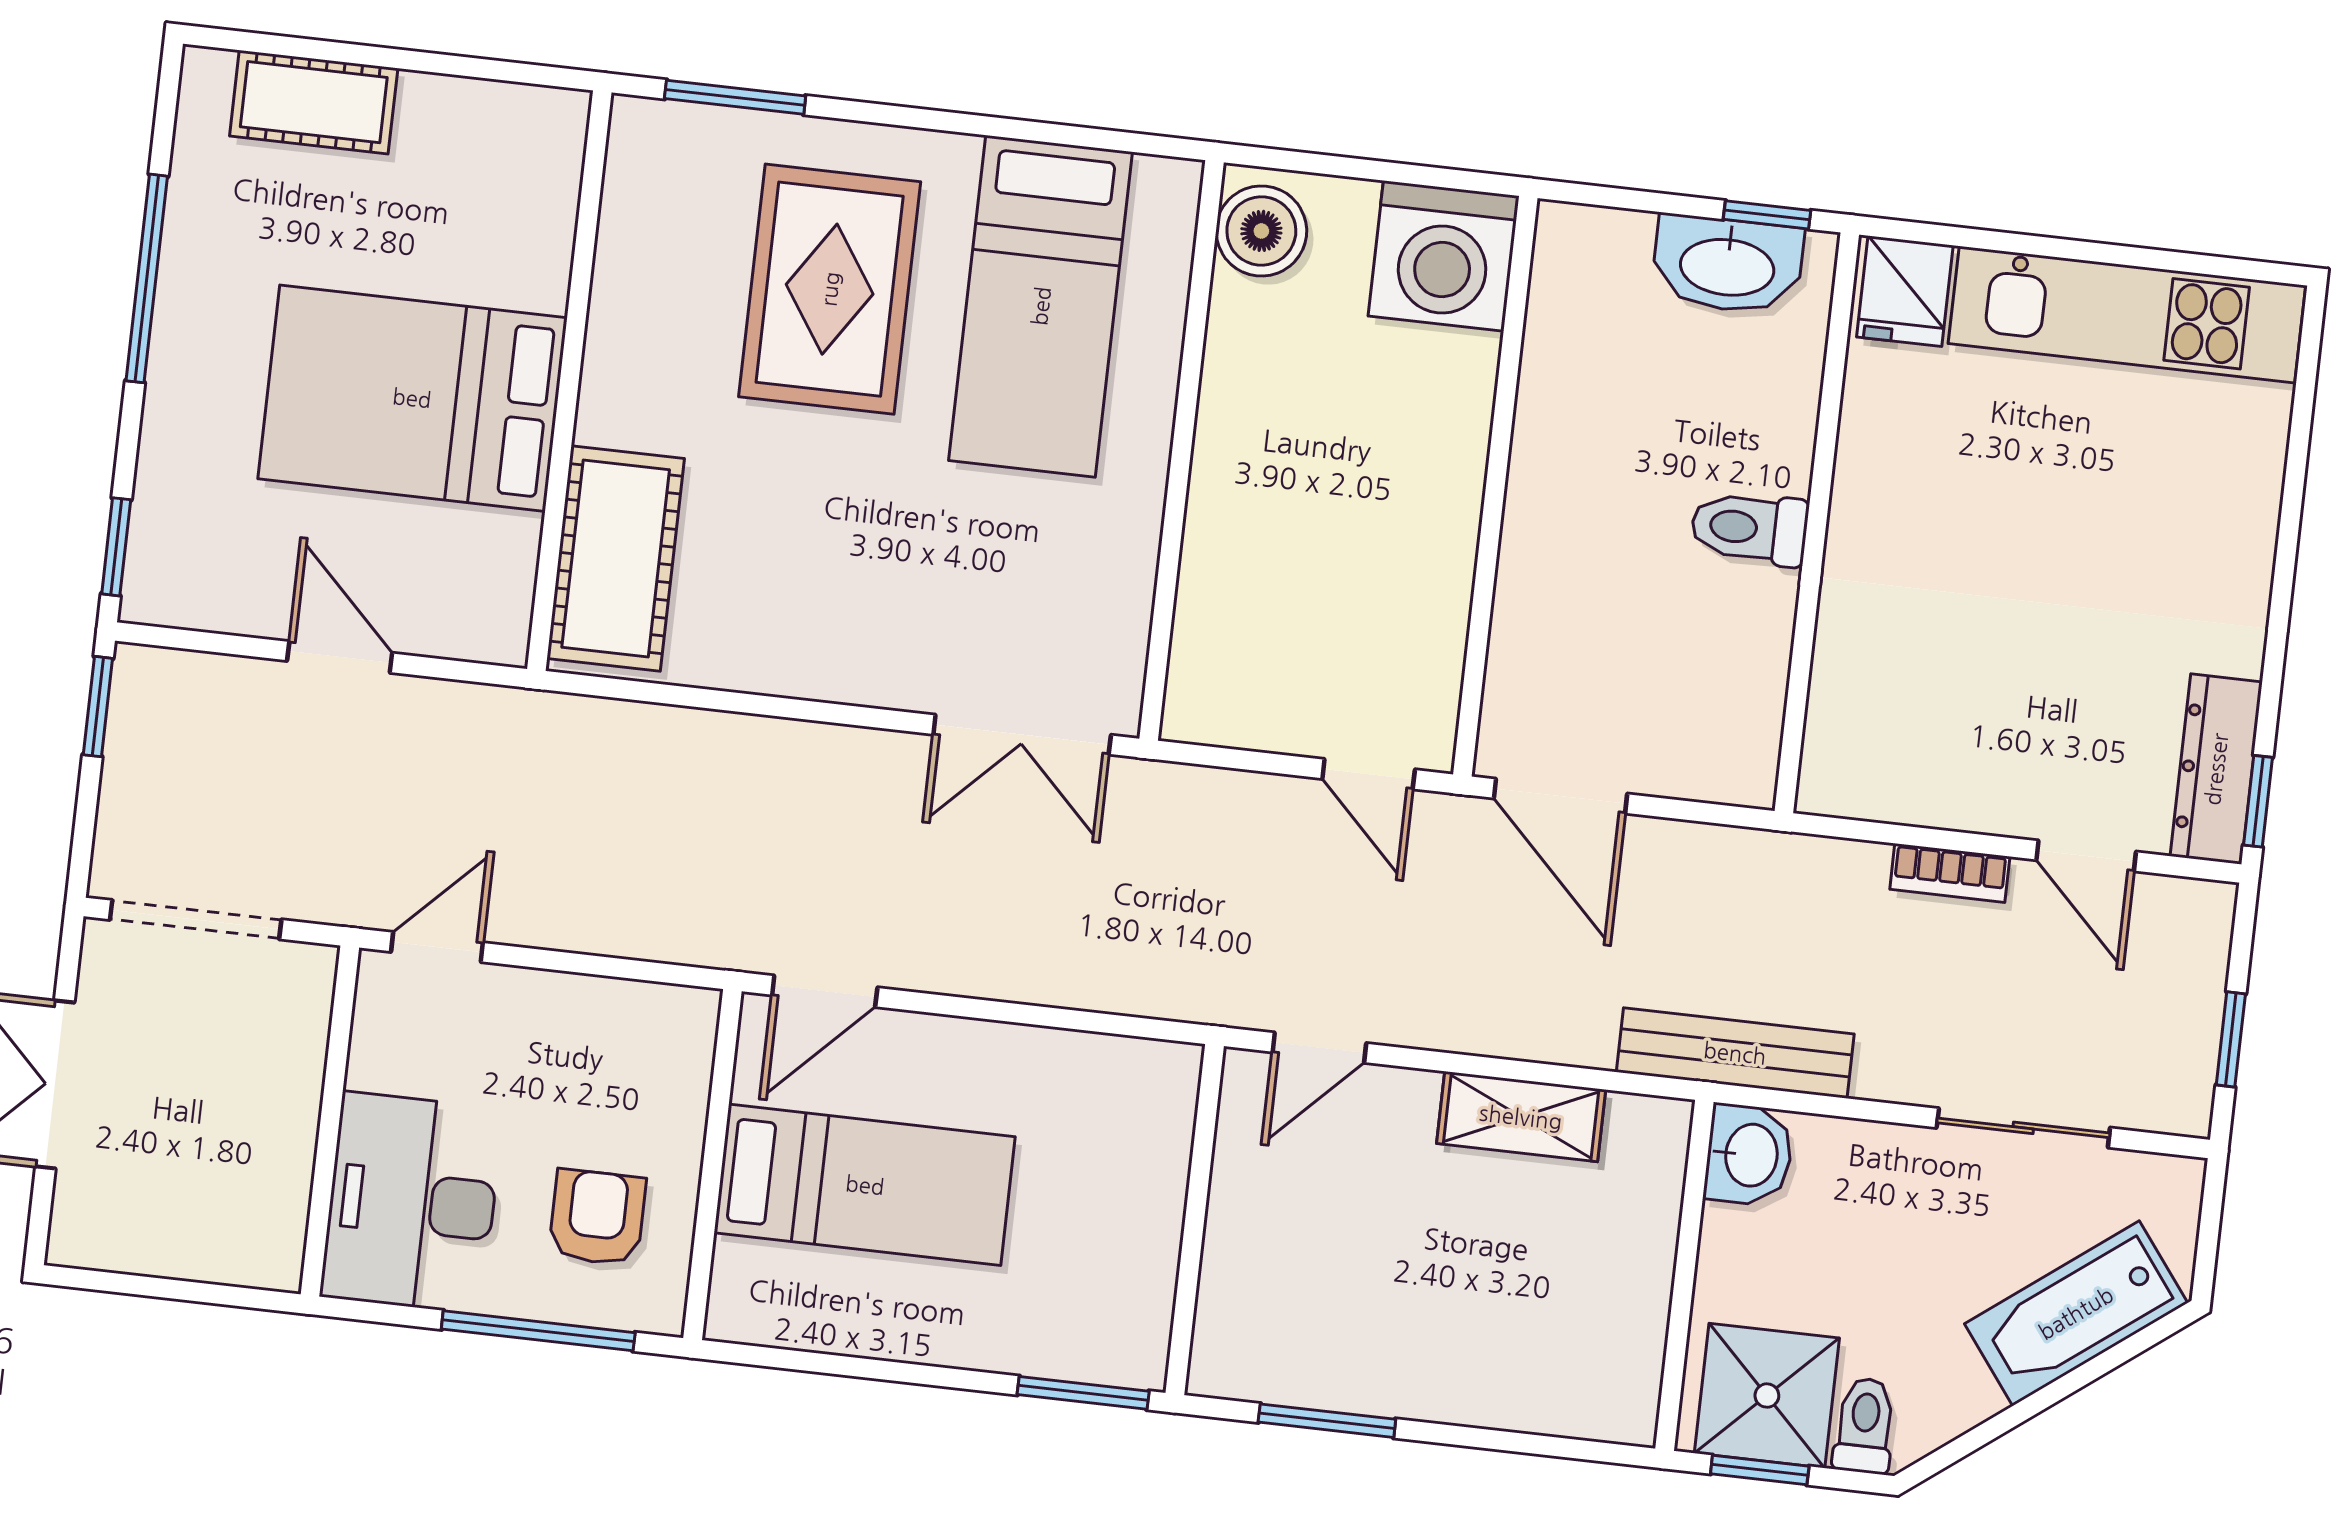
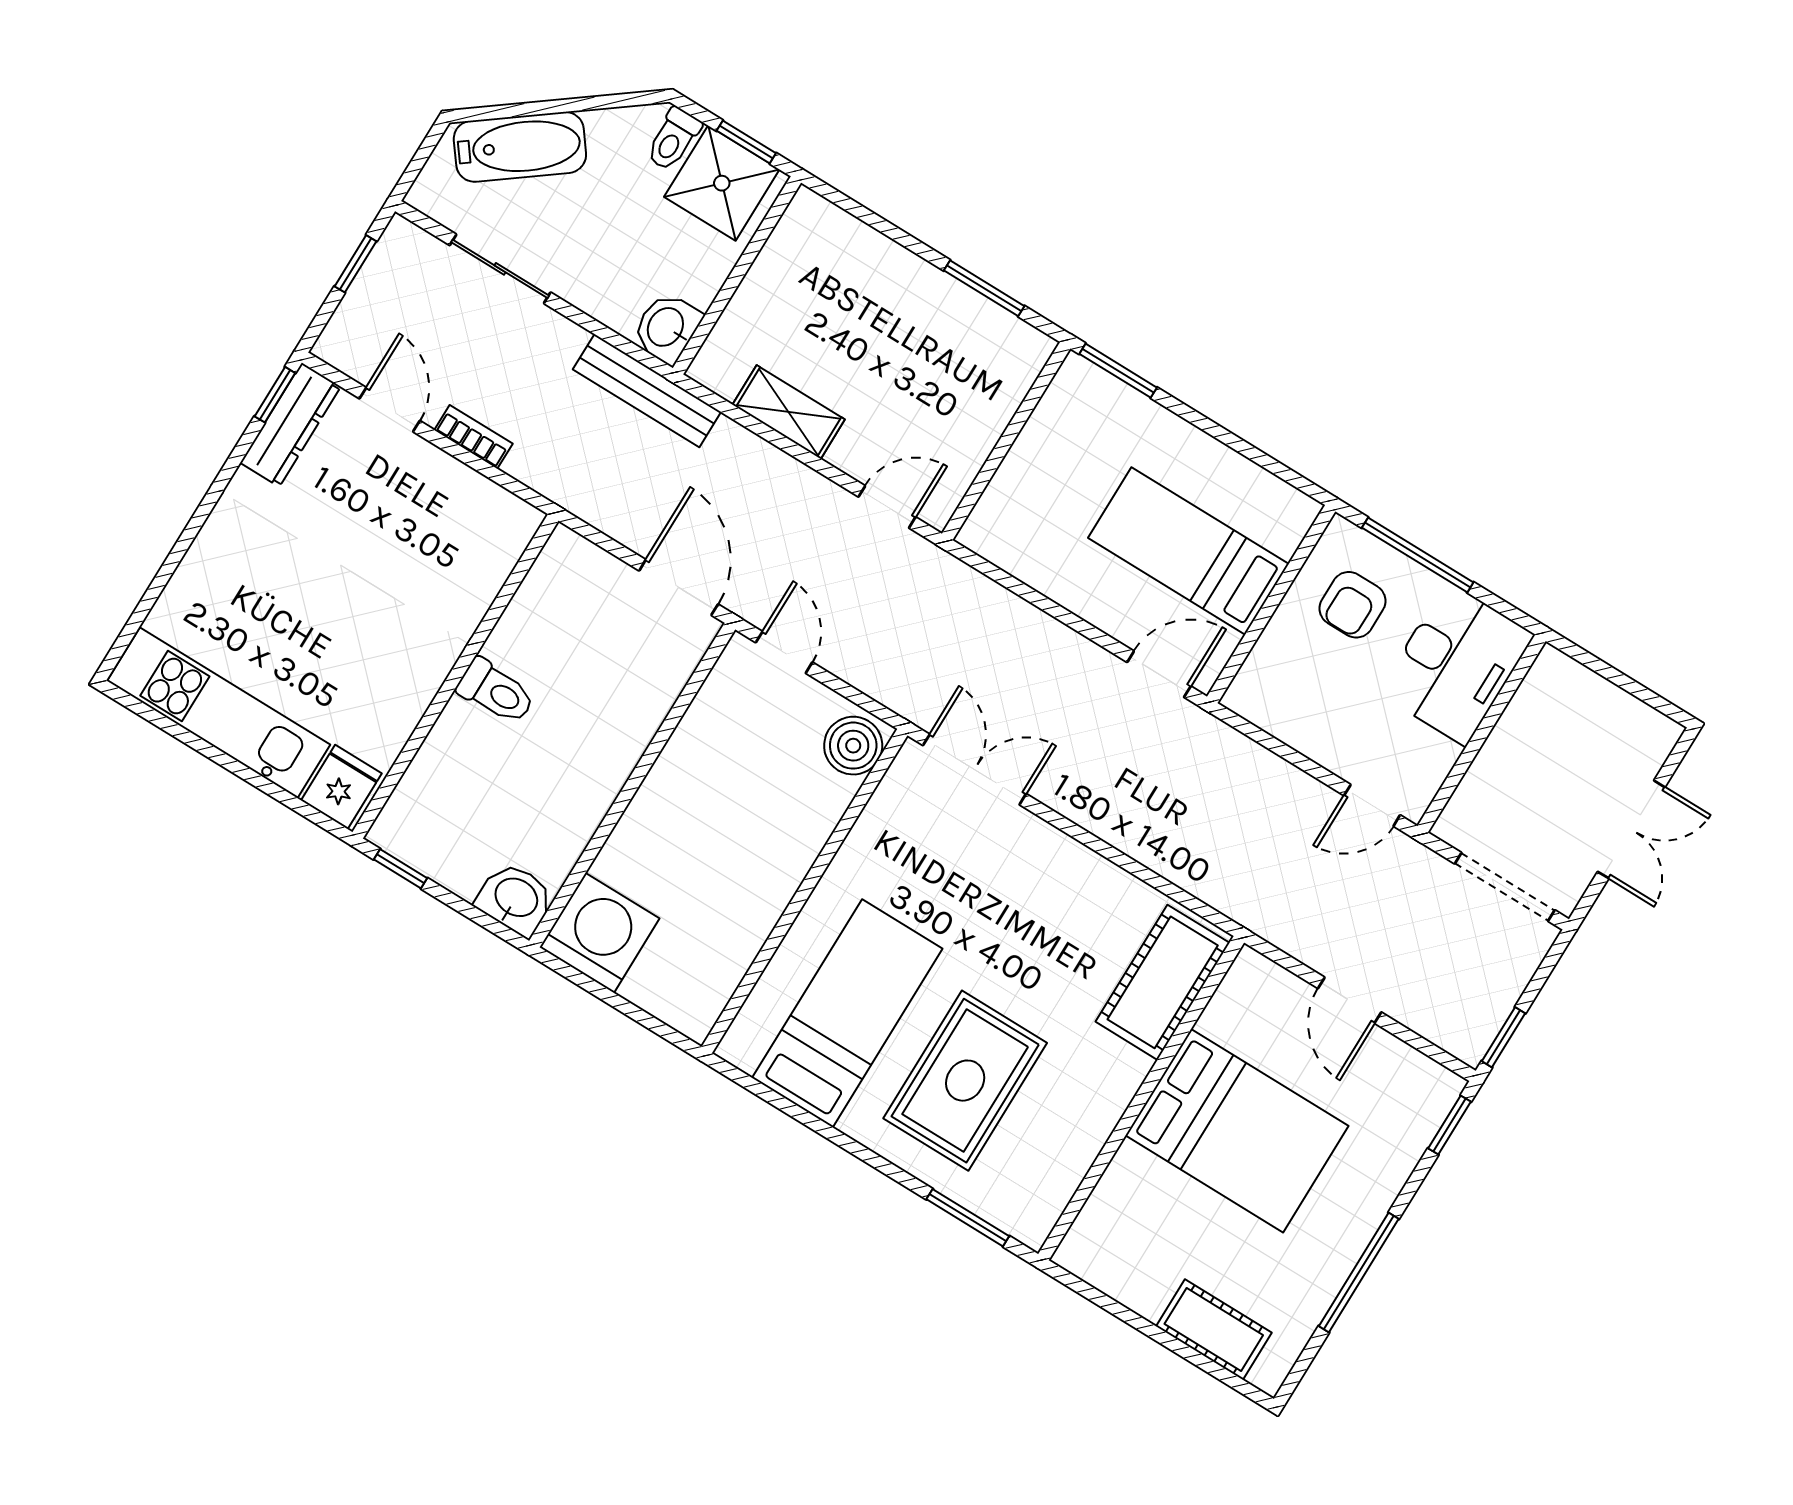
boiler: (1261, 231) -> (853, 746), moved
washbasin: (1727, 265) -> (515, 899), moved, width x0.72

